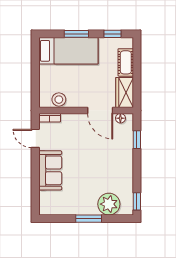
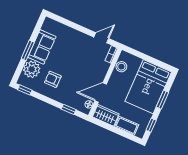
bed: (68, 51) -> (148, 87), width x1.50
sofa: (50, 170) -> (42, 47), moved, turned -90
armchair: (110, 174) -> (53, 79), added

